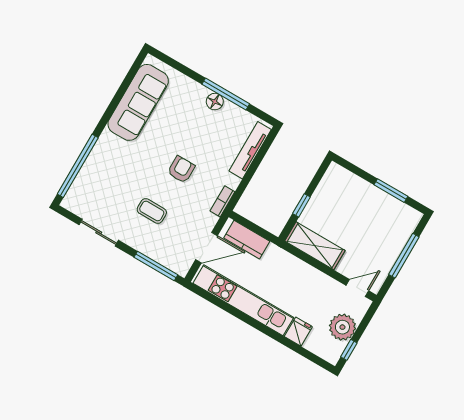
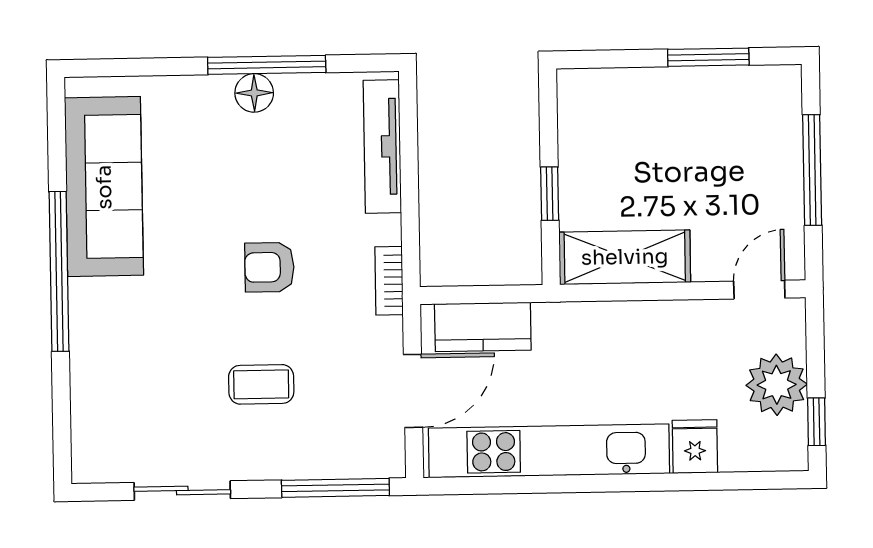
window: (78, 166) -> (59, 271), moved
armchair: (181, 169) -> (269, 267), turned -90

